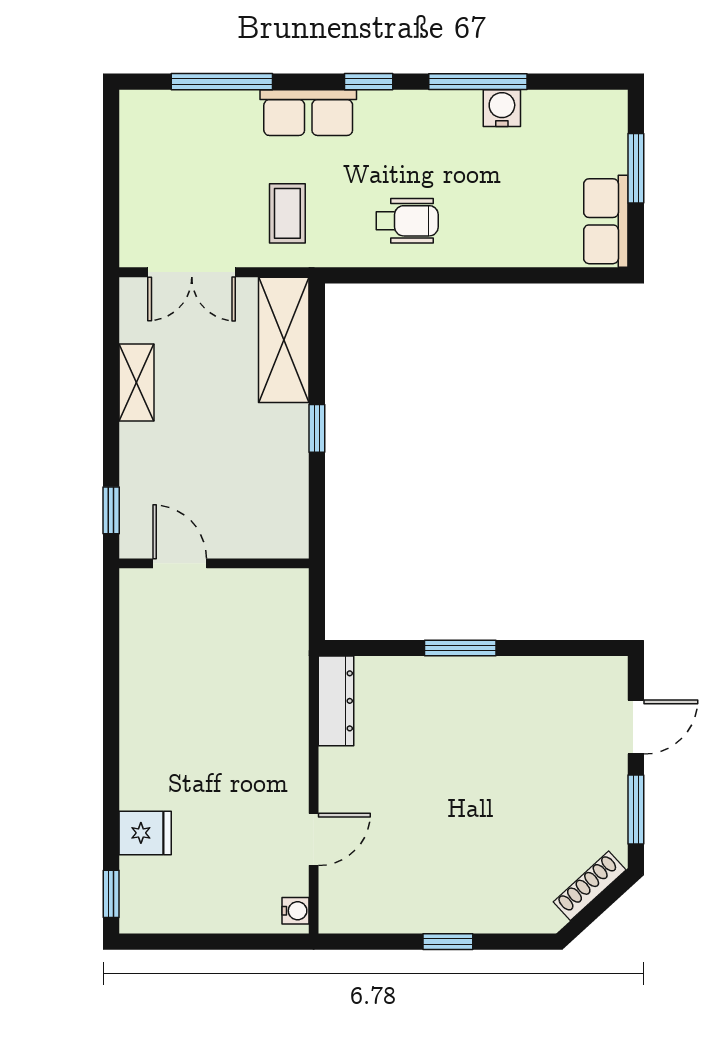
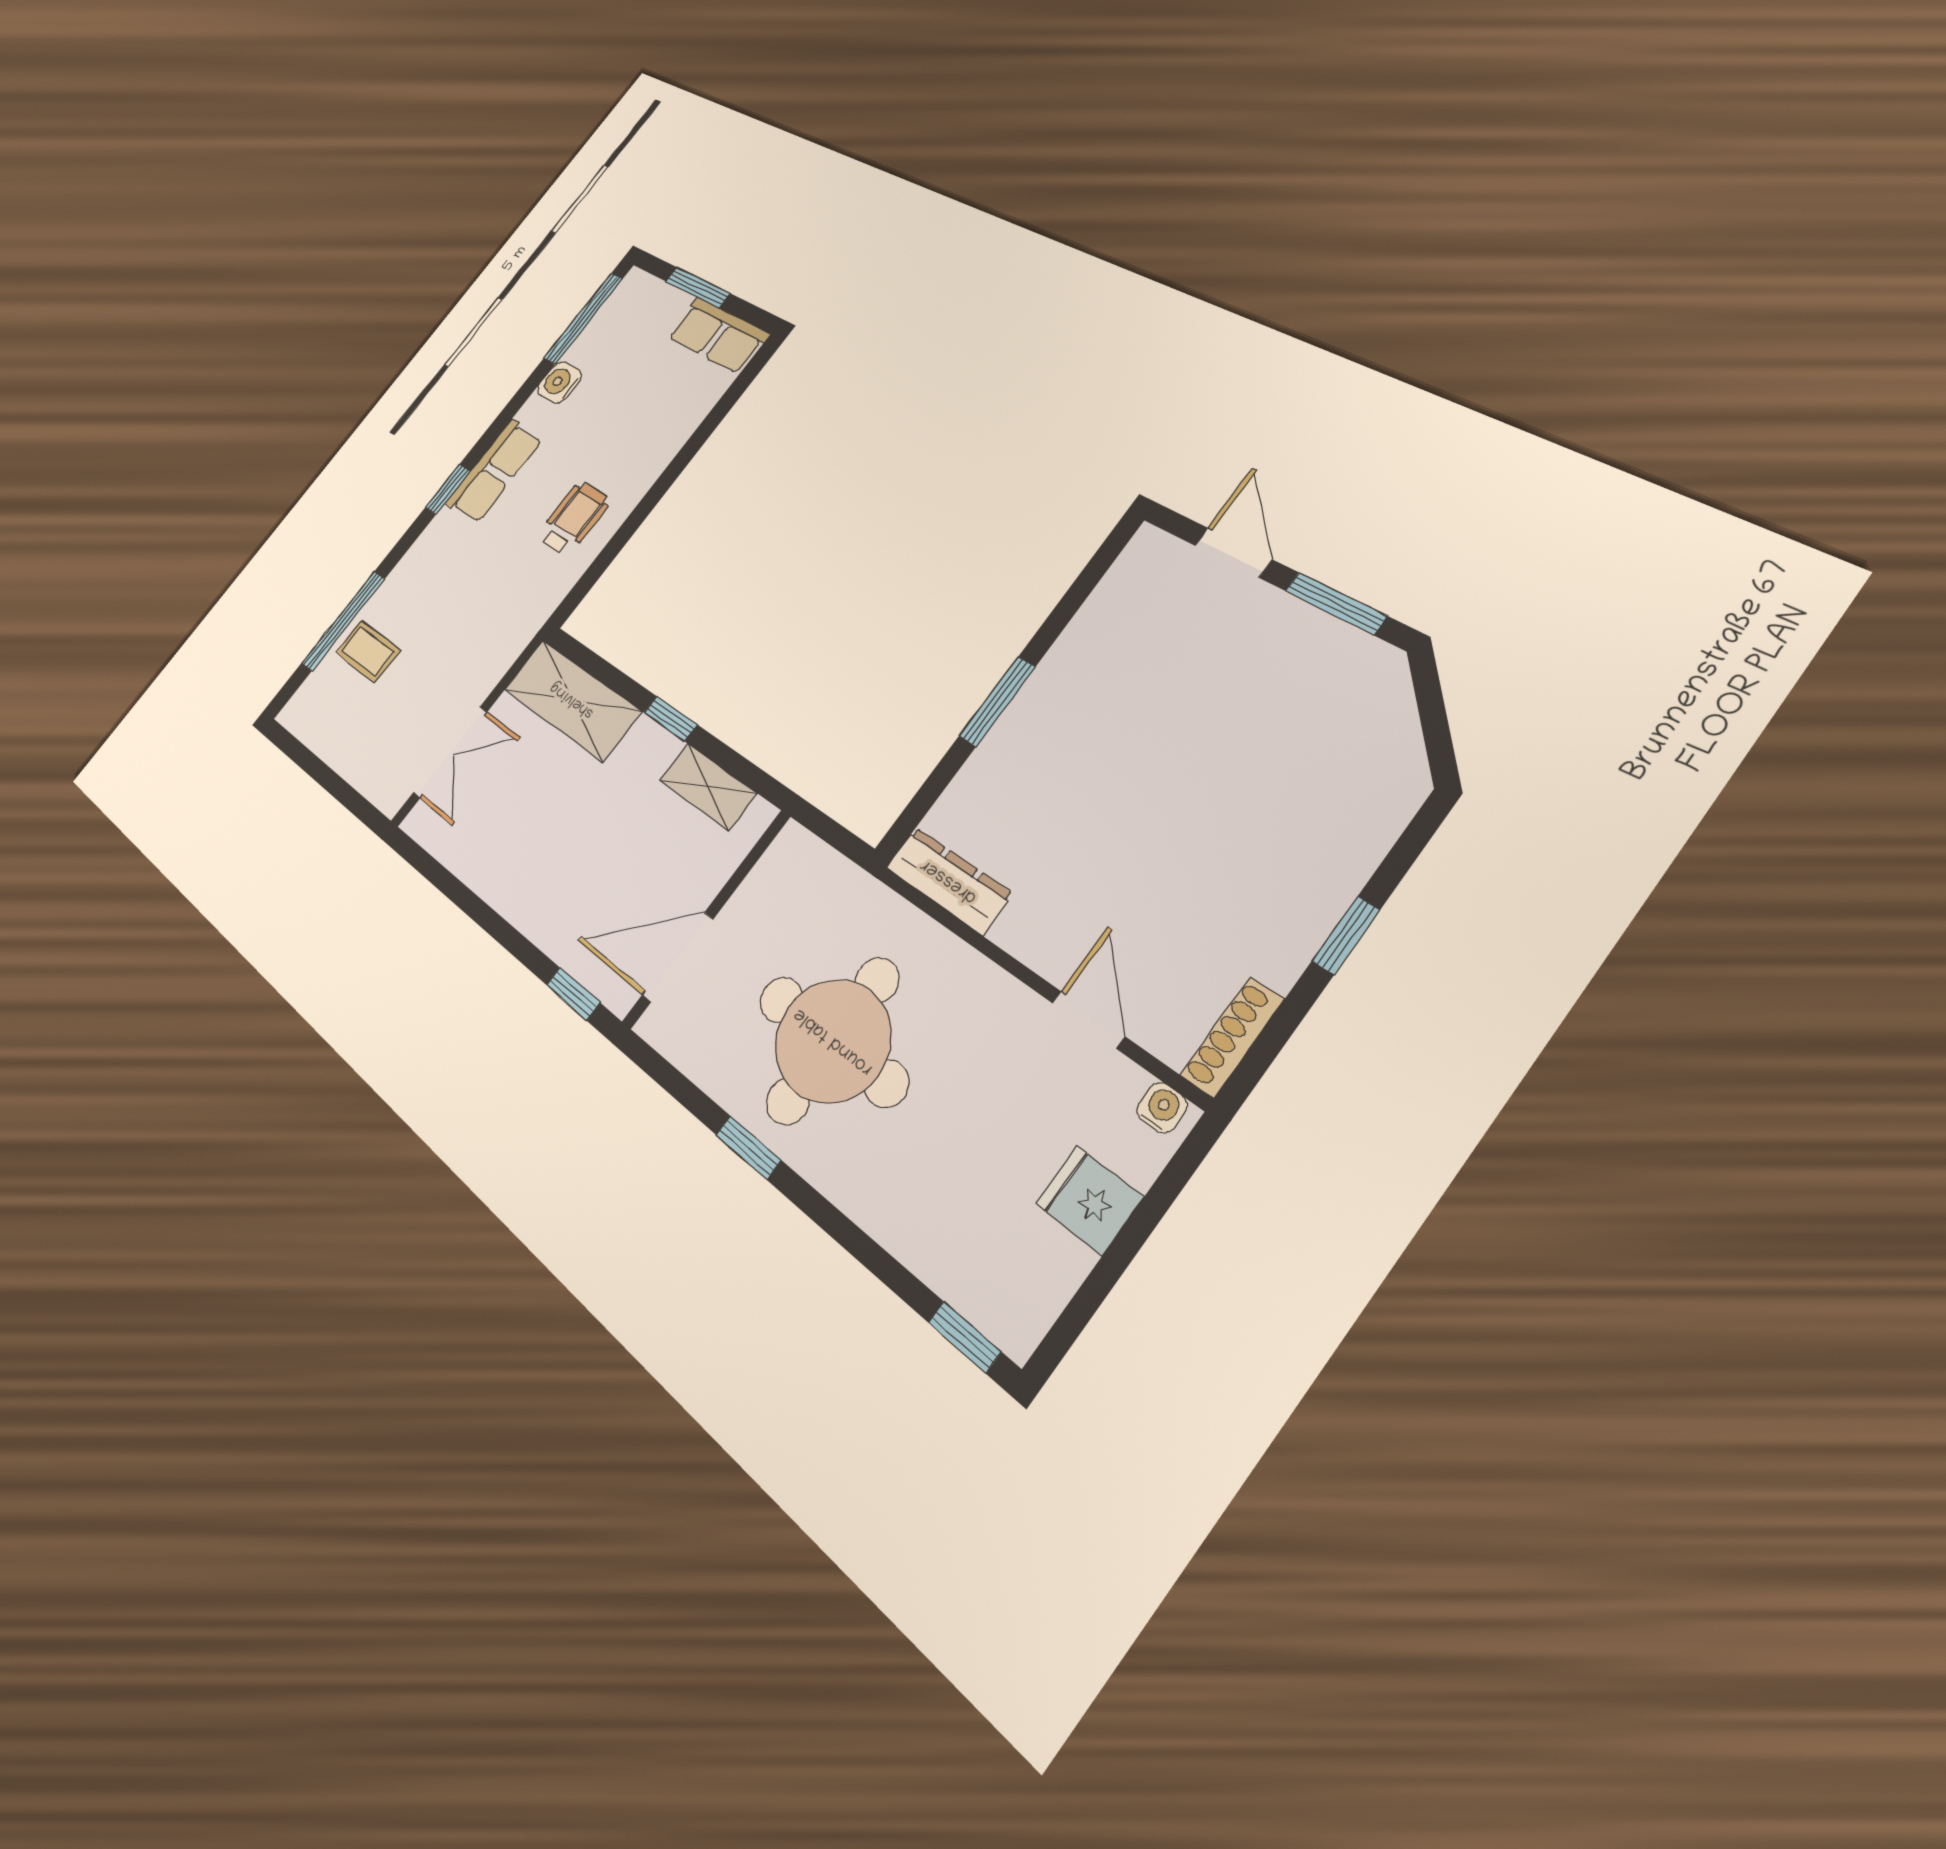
window: (478, 82) -> (583, 318), moved
row of seats: (308, 113) -> (494, 471), moved
coffee table: (287, 213) -> (368, 651), moved
shelving: (136, 383) -> (708, 787), moved
door: (180, 563) -> (678, 957), width x1.38
window: (111, 699) -> (748, 1147), added
round table: (202, 702) -> (833, 1041), added
fridge: (145, 833) -> (1089, 1200), moved, turned -90
shoe rack: (590, 886) -> (1232, 1037), moved, turned 42

